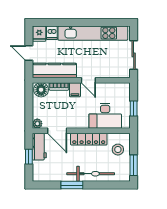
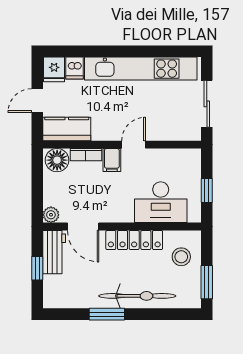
door: (29, 53) -> (37, 101), hinge flipped
kitchen counter: (54, 70) -> (67, 129), width x0.67
door: (88, 80) -> (134, 145), swing flipped

